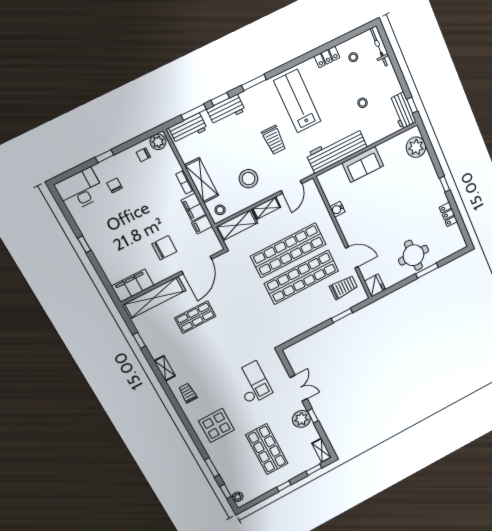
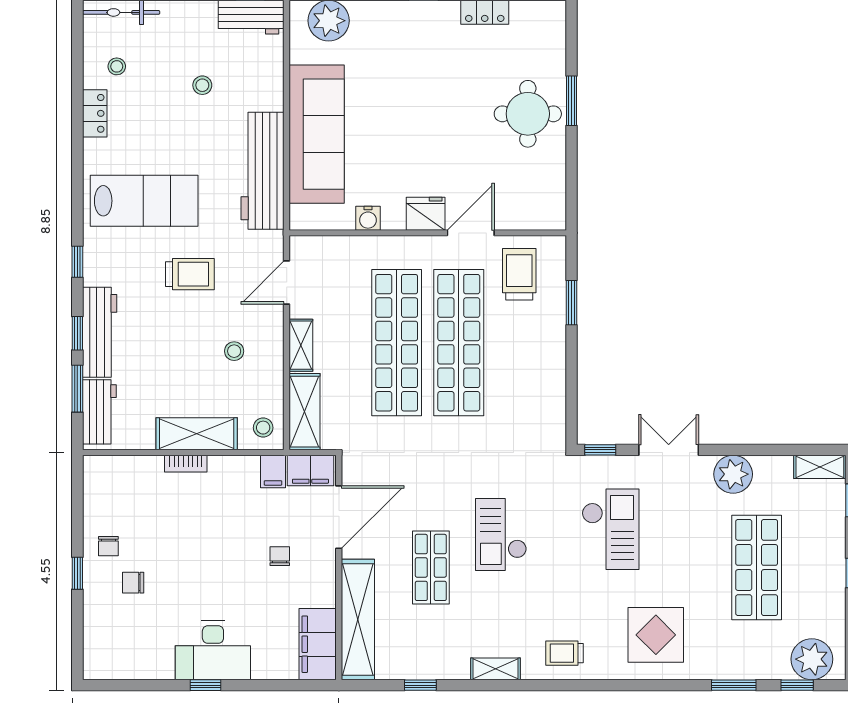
window: (254, 83) -> (77, 262), width x0.67
lab bench: (297, 101) -> (144, 201), turned 180
workbench: (226, 110) -> (100, 332), width x1.38
plant: (158, 142) -> (97, 473), removed
chair: (143, 155) -> (108, 546), moved
sofa: (363, 164) -> (317, 134), width x1.85, depth x1.27
stool: (249, 179) -> (234, 351), width x0.53, depth x0.53
door: (292, 187) -> (287, 282), swing flipped
desk: (80, 190) -> (213, 650), moved, turned -90
filing cabinet: (194, 207) -> (310, 470), moved
chair: (164, 248) -> (280, 556), width x0.54, depth x0.54
door: (197, 265) -> (339, 517), hinge flipped
fridge: (375, 285) -> (426, 214), moved
checkout: (226, 339) -> (501, 534), added
checkout: (252, 383) -> (611, 529), turned 90
window: (313, 416) -> (600, 450), moved
shop shelf: (267, 449) -> (757, 567), turned 90
plant: (238, 497) -> (812, 659), width x1.87, depth x1.87

